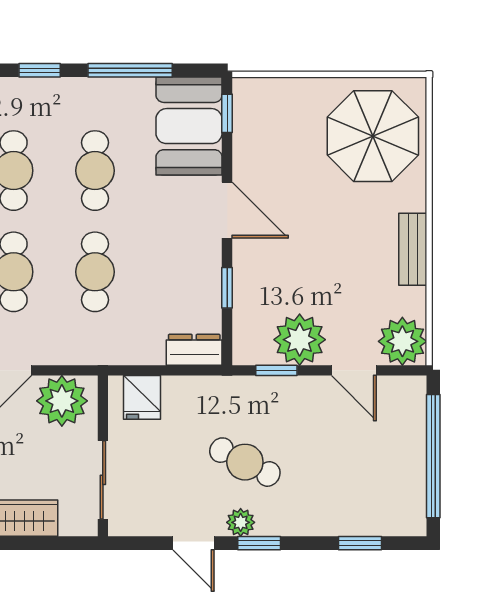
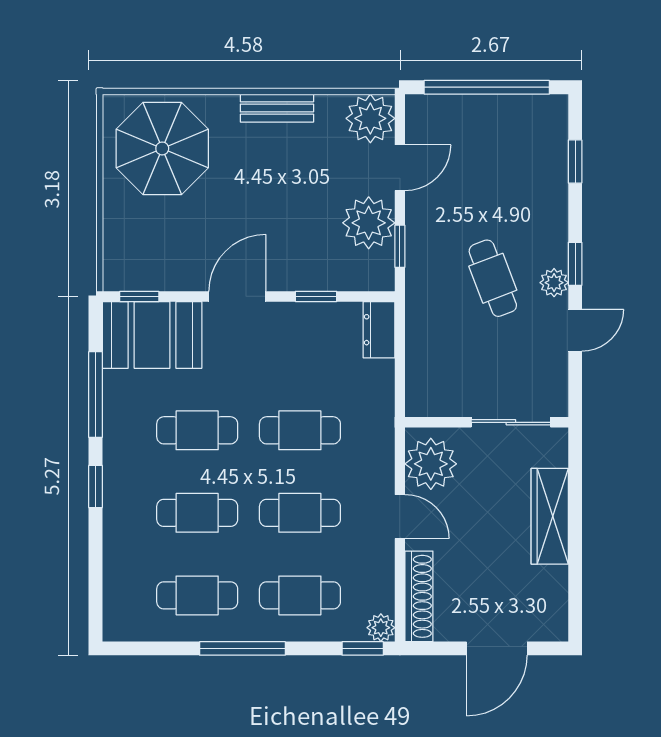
fridge: (142, 397) -> (427, 383), removed
cafe table: (245, 462) -> (493, 278), turned -48

